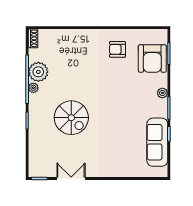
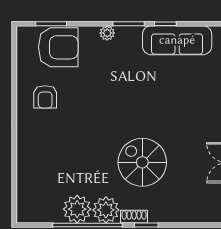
shoe rack: (33, 38) -> (134, 217), moved
plant: (33, 88) -> (106, 210), width x1.88, depth x1.88
spiral stairs: (71, 118) -> (142, 162), turned -90

